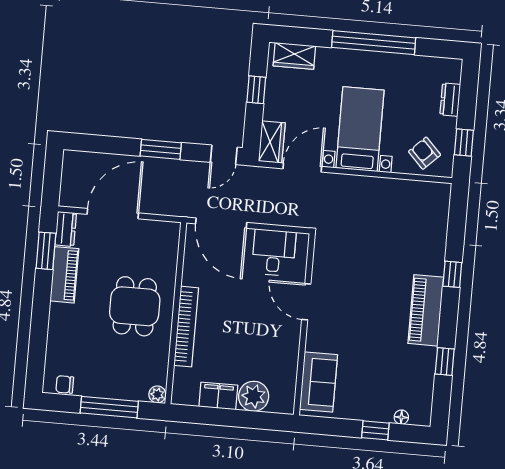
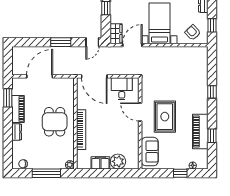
dresser: (66, 229) -> (17, 132), moved
piano: (426, 310) -> (200, 131), moved
rug: (354, 315) -> (165, 117), added

